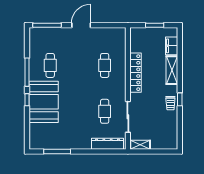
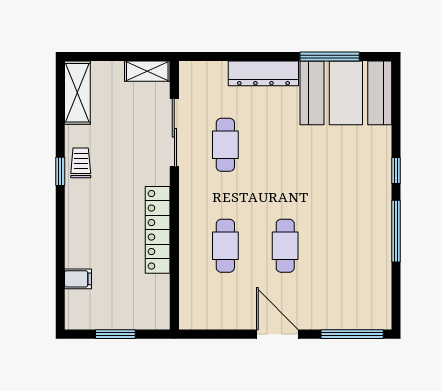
door: (81, 25) -> (277, 334), swing flipped
filing cabinet: (172, 46) -> (78, 279), width x0.50
cafe table: (50, 65) -> (285, 246), moved
shelving: (172, 70) -> (77, 93), moved
booth: (44, 102) -> (346, 93), moved, turned 90
dresser: (107, 144) -> (263, 73), moved

